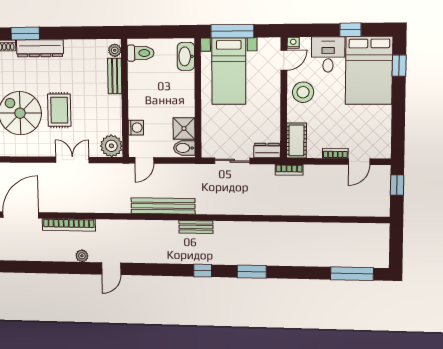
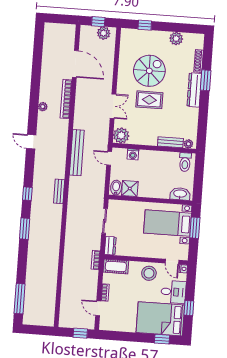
window: (232, 31) -> (195, 228), width x0.69
bench: (163, 206) -> (77, 153), moved
door: (111, 269) -> (31, 142), moved

